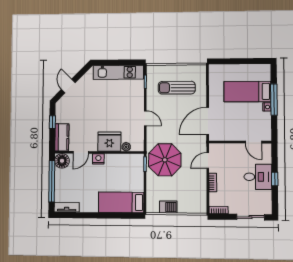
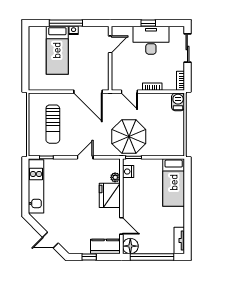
nightstand: (98, 159) -> (128, 172), moved
desk: (258, 177) -> (151, 40), width x1.37
barbecue: (168, 207) -> (178, 102), moved

